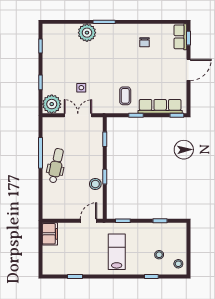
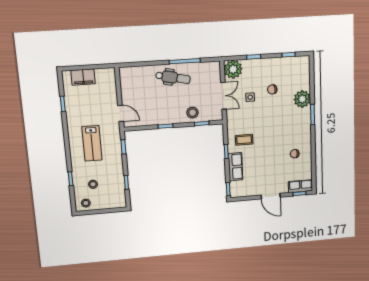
chair: (75, 64) -> (272, 89), added
row of seats: (160, 106) -> (235, 167), width x0.68
stool: (95, 184) -> (193, 113), moved
filing cabinet: (50, 234) -> (83, 77), moved
lab bench: (117, 252) -> (92, 143), turned 90

